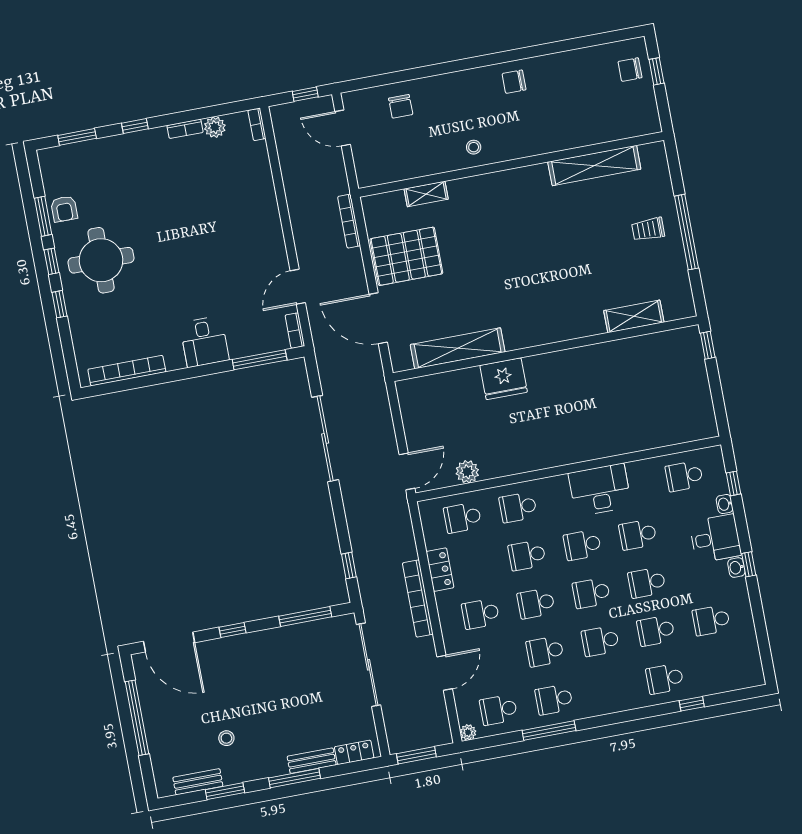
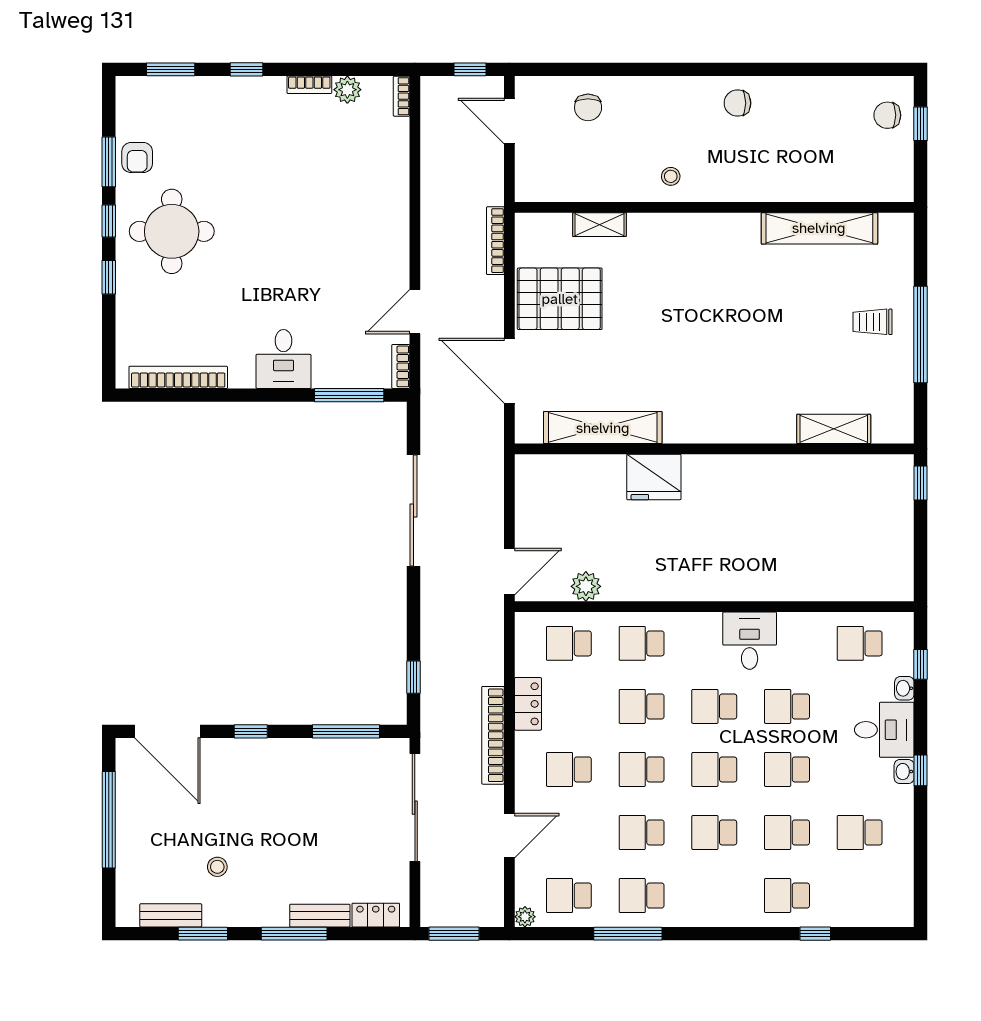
desk: (600, 490) -> (750, 641), width x0.73

